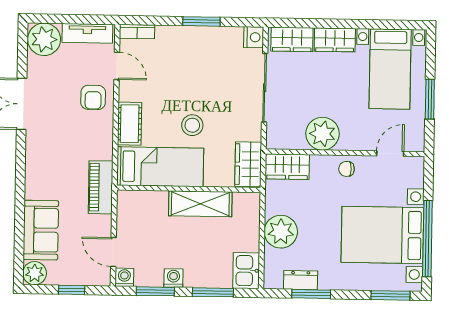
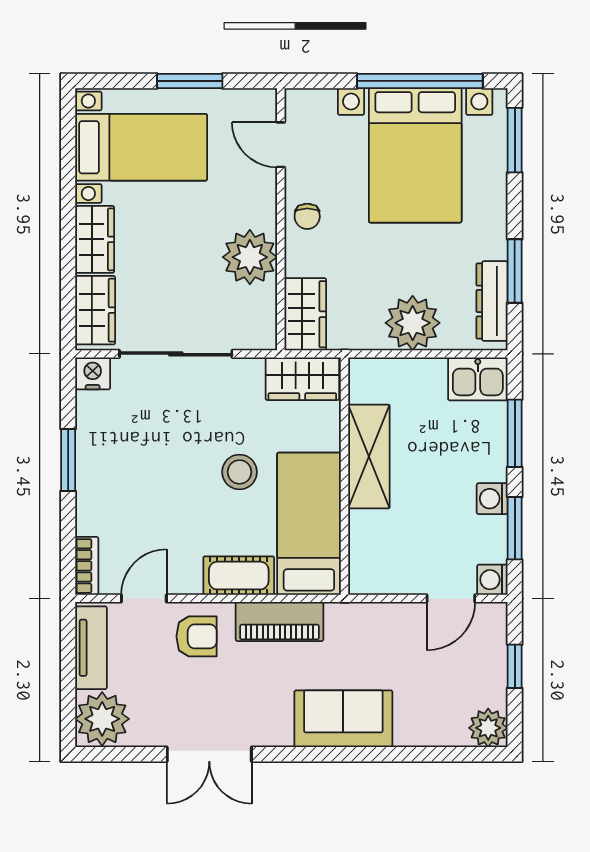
piano: (101, 187) -> (280, 621), moved
sofa: (41, 230) -> (343, 719), moved
dresser: (301, 280) -> (492, 301), width x1.44

